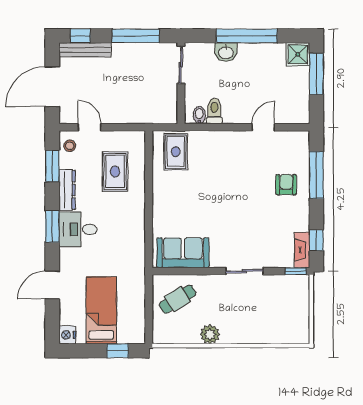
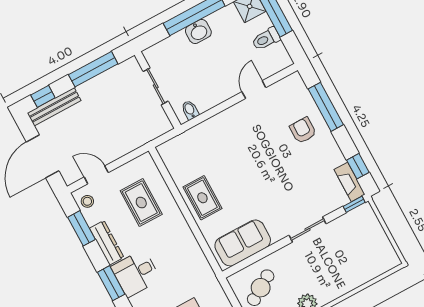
washbasin: (226, 52) -> (198, 31), moved
sliding door: (181, 65) -> (156, 86), moved
toilet: (214, 111) -> (266, 39), moved, turned -90
rug: (176, 152) -> (202, 198), moved

